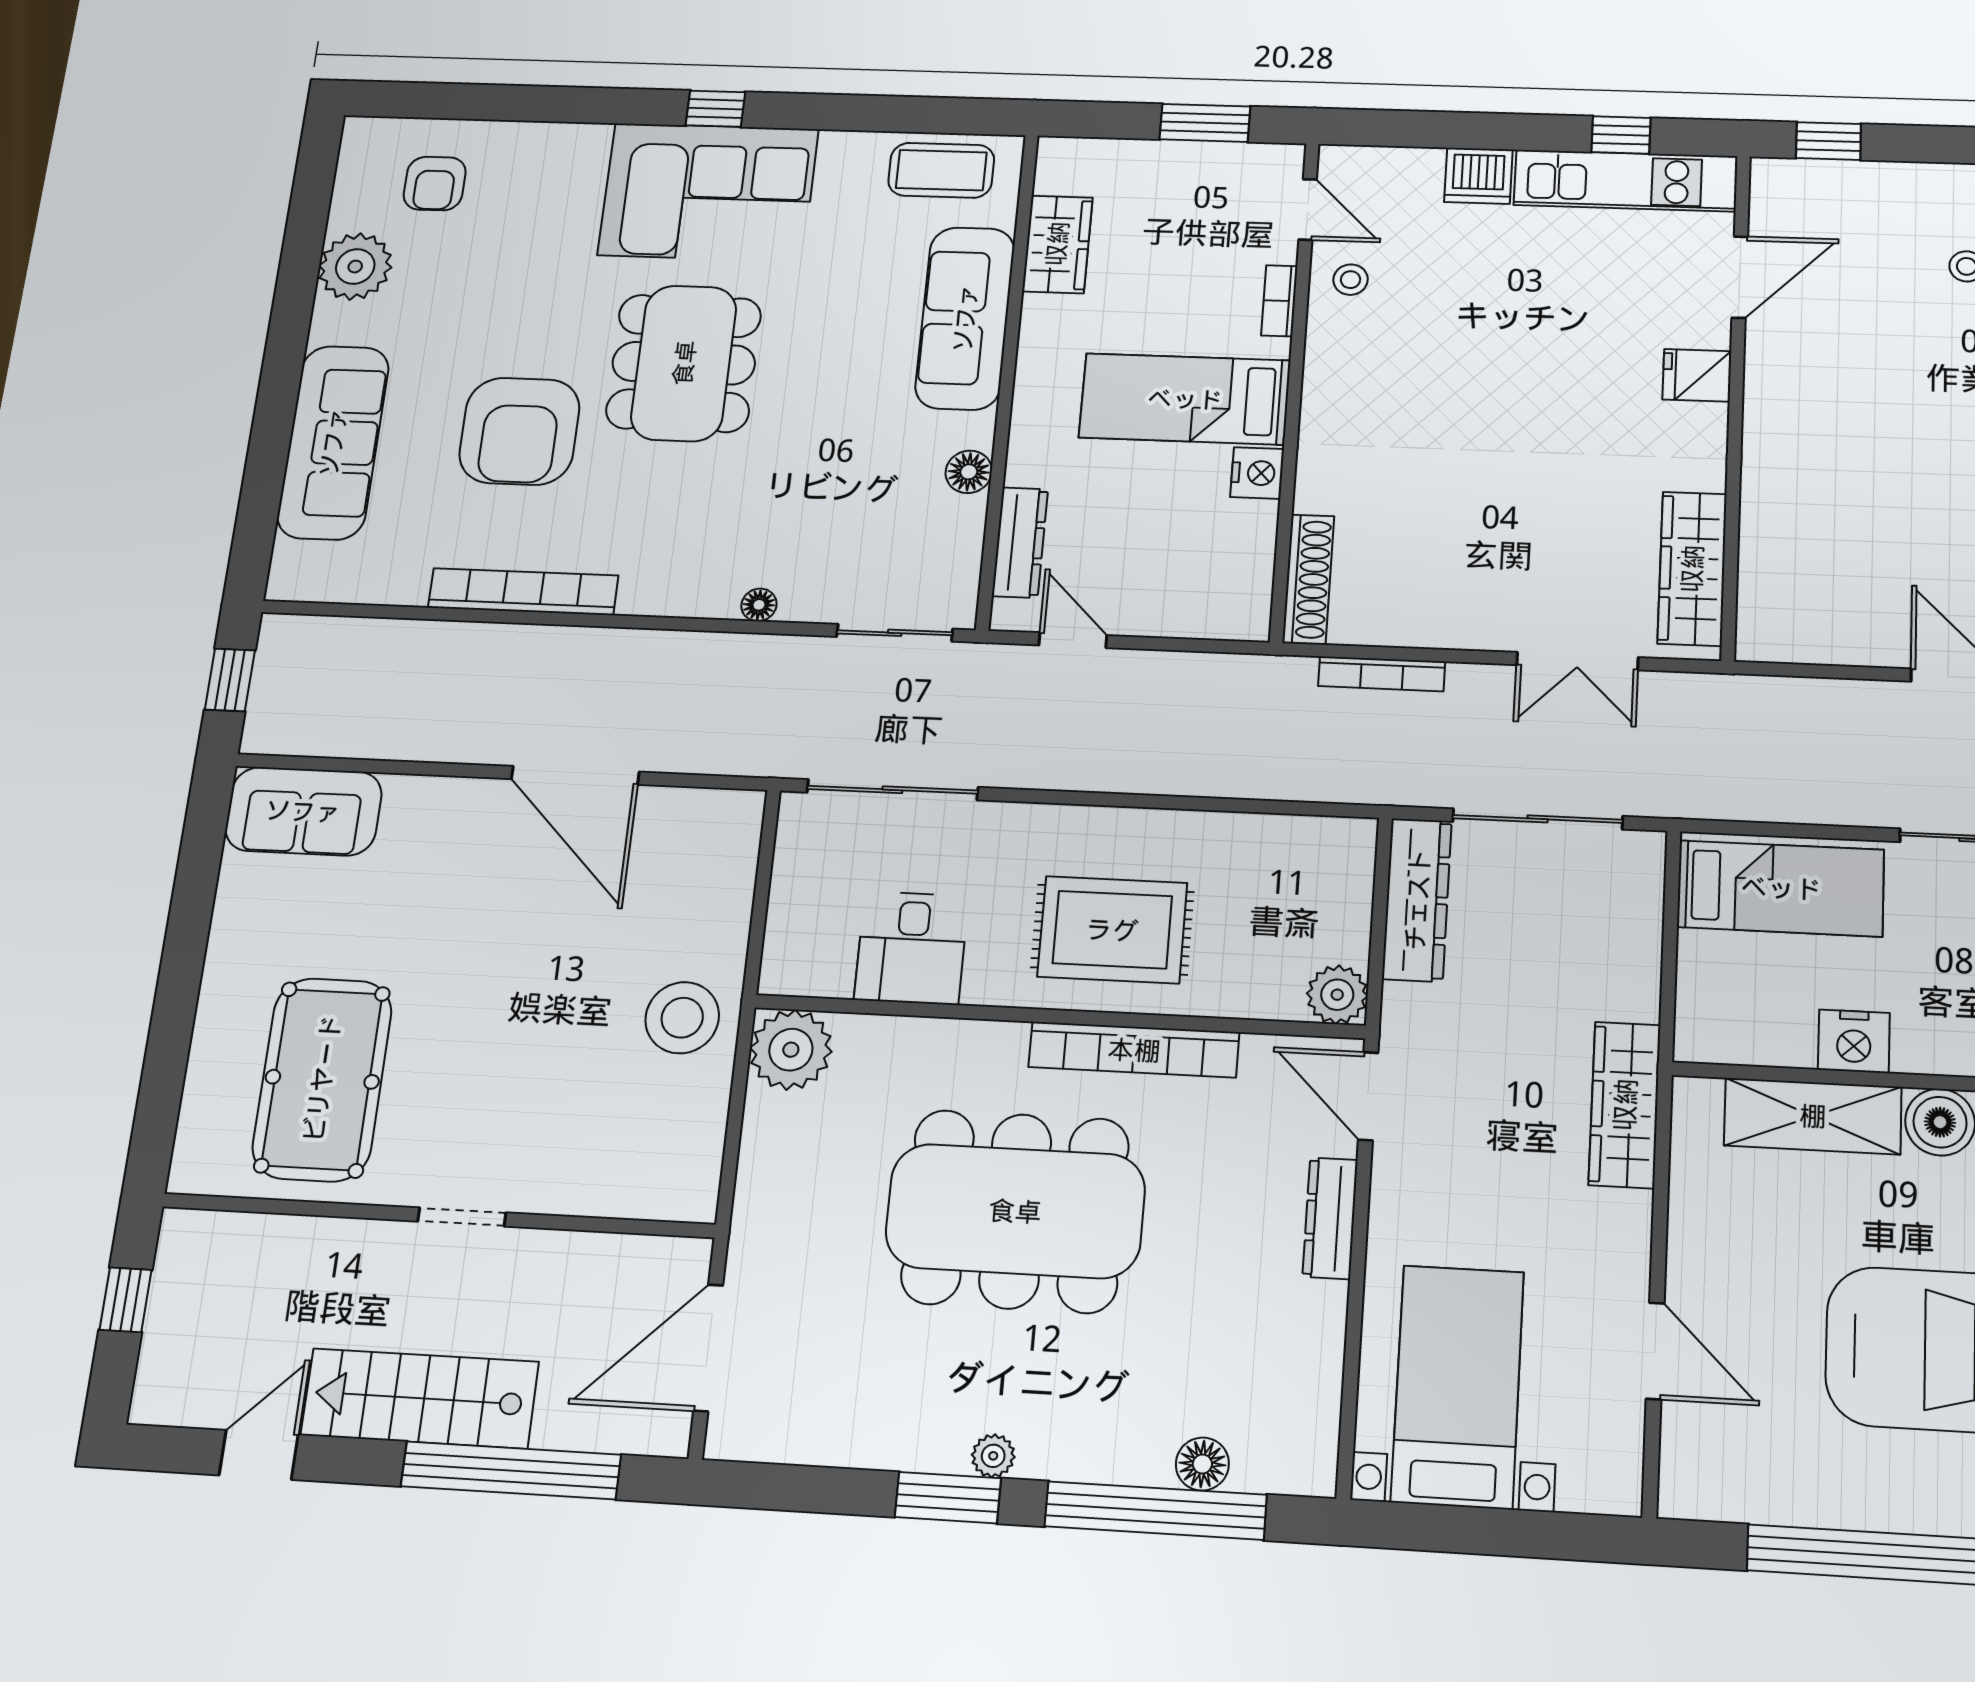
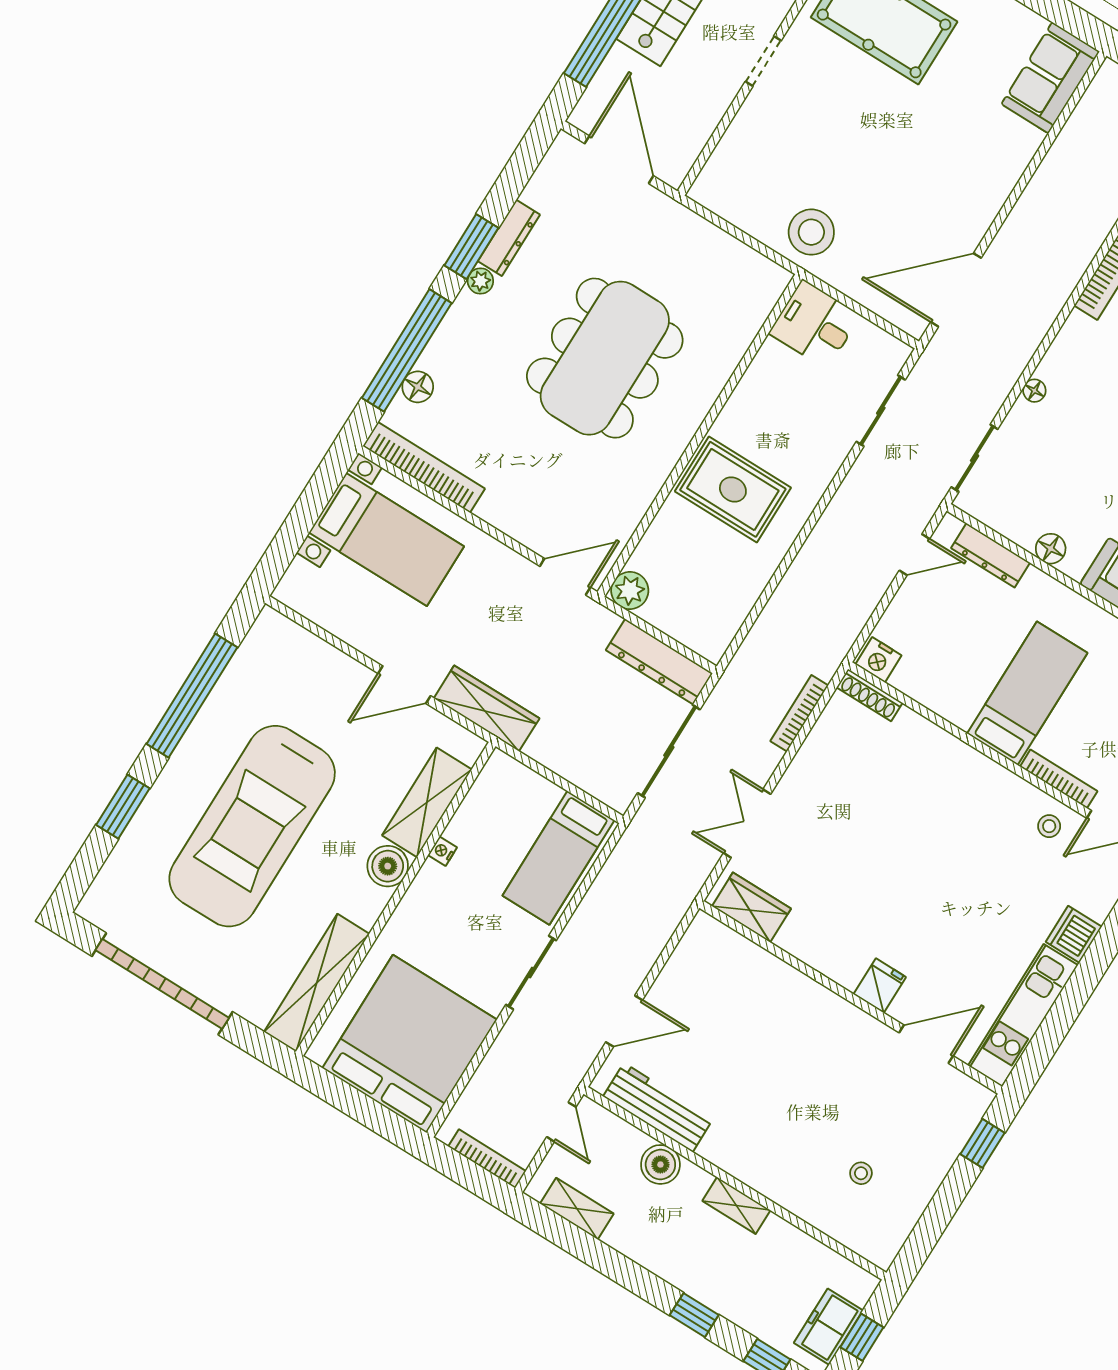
window: (1621, 135) -> (1053, 1029), removed
door: (1740, 277) -> (926, 1044), swing flipped
bookcase: (1279, 301) -> (1059, 779), width x1.56
nightstand: (1257, 473) -> (878, 660), moved
wardrobe: (1692, 569) -> (751, 907), width x0.67
shoe rack: (1308, 579) -> (869, 695), width x0.74, depth x0.81
door: (575, 775) -> (956, 290), moved
sliding door: (892, 790) -> (881, 411), width x0.73
rug: (1112, 930) -> (733, 489), turned 90
desk: (911, 948) -> (815, 324), moved
nightstand: (1854, 1041) -> (442, 851), width x0.53, depth x0.56
plant: (791, 1050) -> (761, 282), removed
bookcase: (1134, 1050) -> (424, 467), moved, turned 90
dresser: (1330, 1218) -> (509, 238), moved, turned 90
door: (1655, 1351) -> (404, 685), moved

